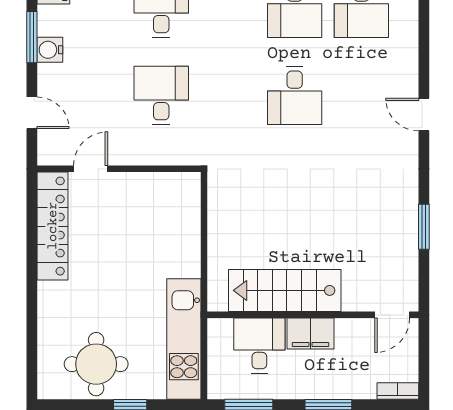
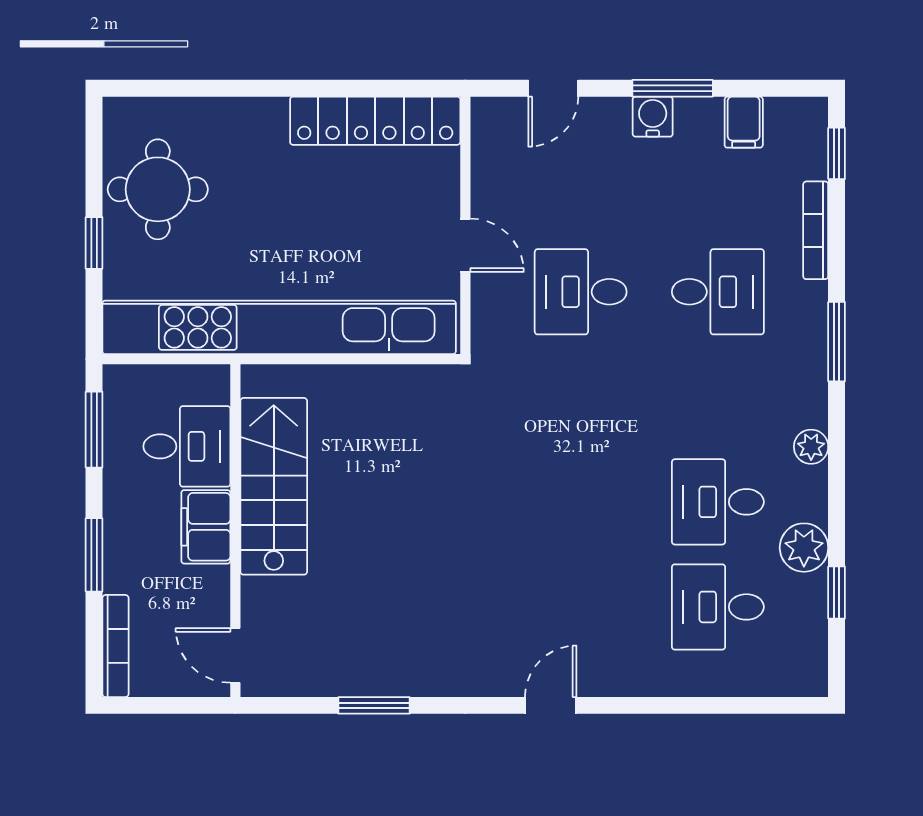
desk: (161, 95) -> (581, 292), turned 180
desk: (295, 95) -> (581, 502), removed
door: (91, 169) -> (465, 245), moved
kitchen unit: (184, 339) -> (279, 327), width x1.86
bookcase: (398, 391) -> (115, 646), width x1.56

